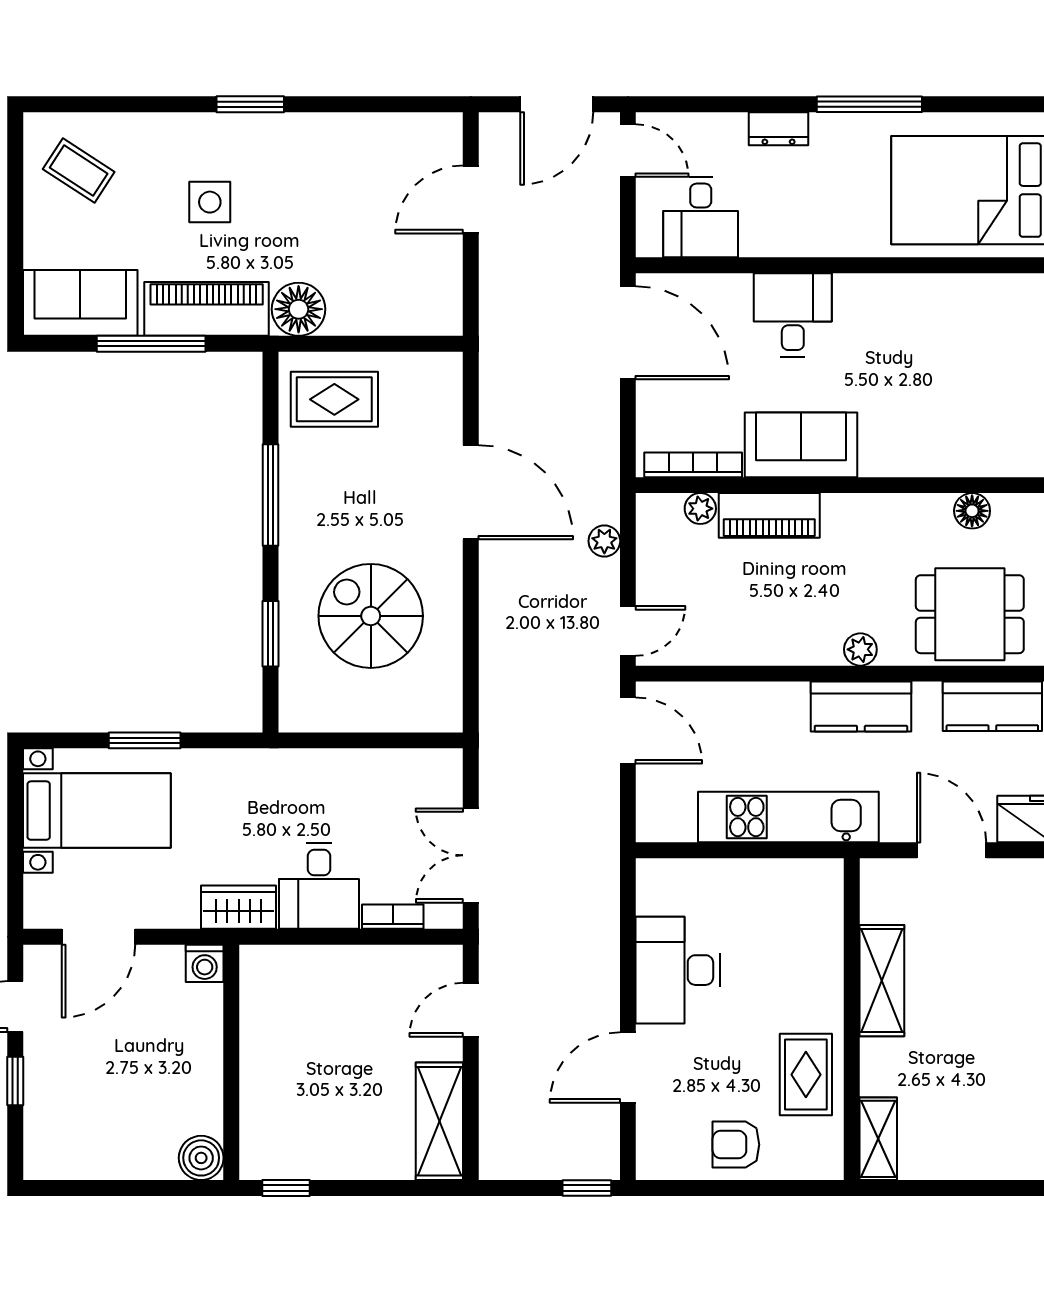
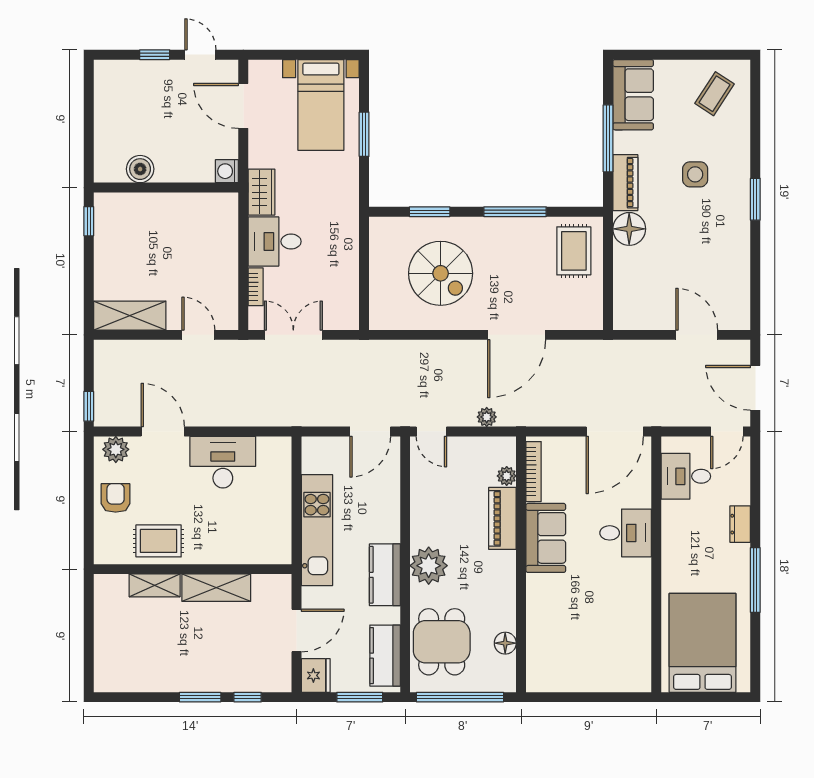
piano: (207, 309) -> (625, 183), width x0.73, depth x0.75
spiral stairs: (371, 616) -> (441, 273), turned 90
plant: (860, 649) -> (429, 566), width x1.88, depth x1.88
shelving: (878, 1139) -> (155, 585), moved
plant: (657, 1144) -> (116, 449), added
boiler: (201, 1158) -> (140, 169), moved

